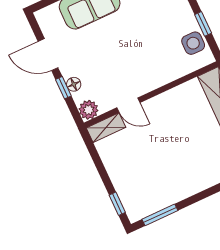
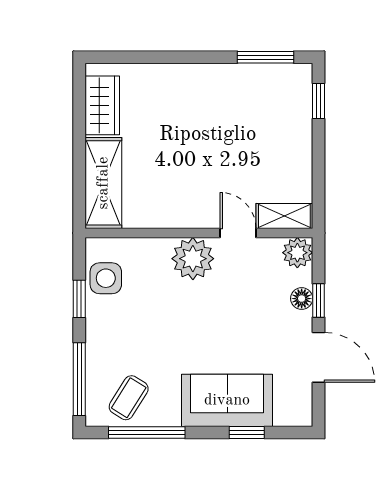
plant: (148, 78) -> (193, 259), added

